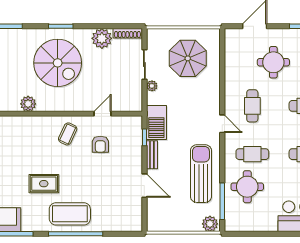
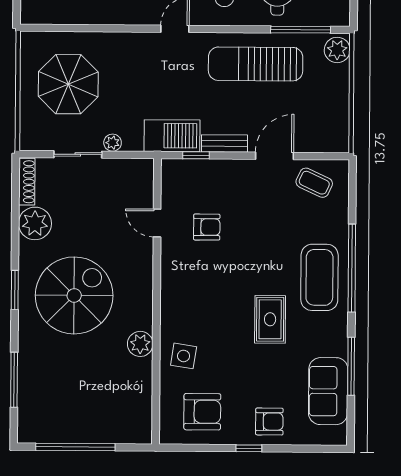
side table: (21, 130) -> (184, 356), added
coffee table: (68, 134) -> (314, 183), moved

